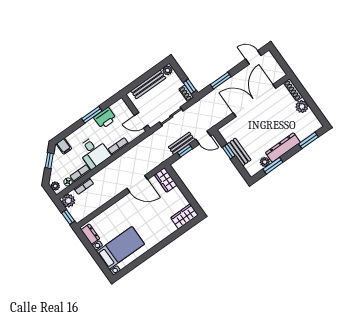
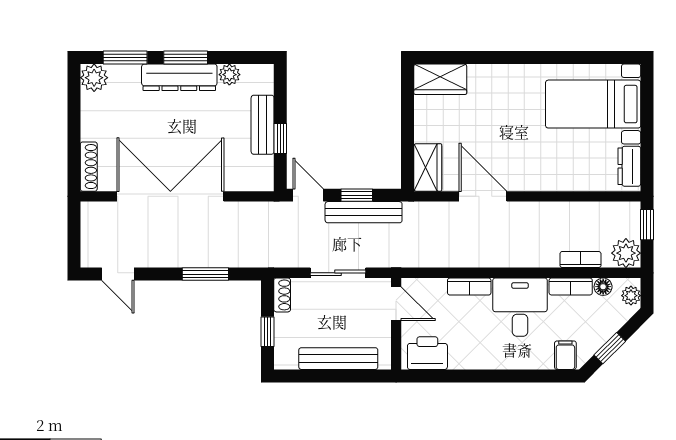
plant: (168, 70) -> (286, 359), removed
window: (190, 87) -> (267, 332), moved
double door: (254, 100) -> (170, 196), swing flipped
plant: (302, 107) -> (94, 78), moved
window: (92, 115) -> (477, 376), removed
printer: (105, 118) -> (427, 353), moved
bench: (182, 143) -> (364, 212), width x1.36
window: (273, 166) -> (186, 58), moved

